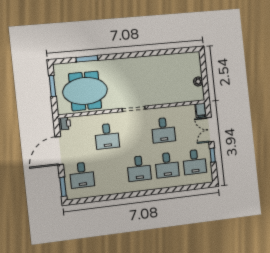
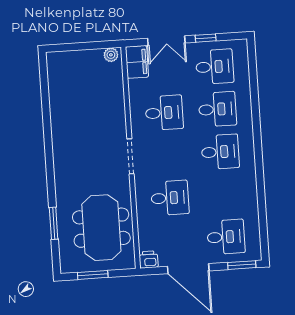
plant: (198, 82) -> (111, 55), moved
filing cabinet: (201, 110) -> (137, 62), width x2.00

